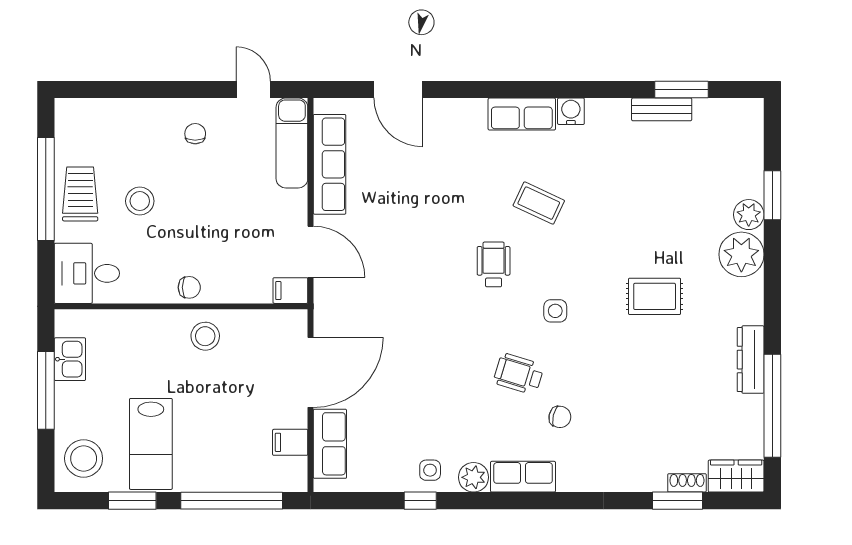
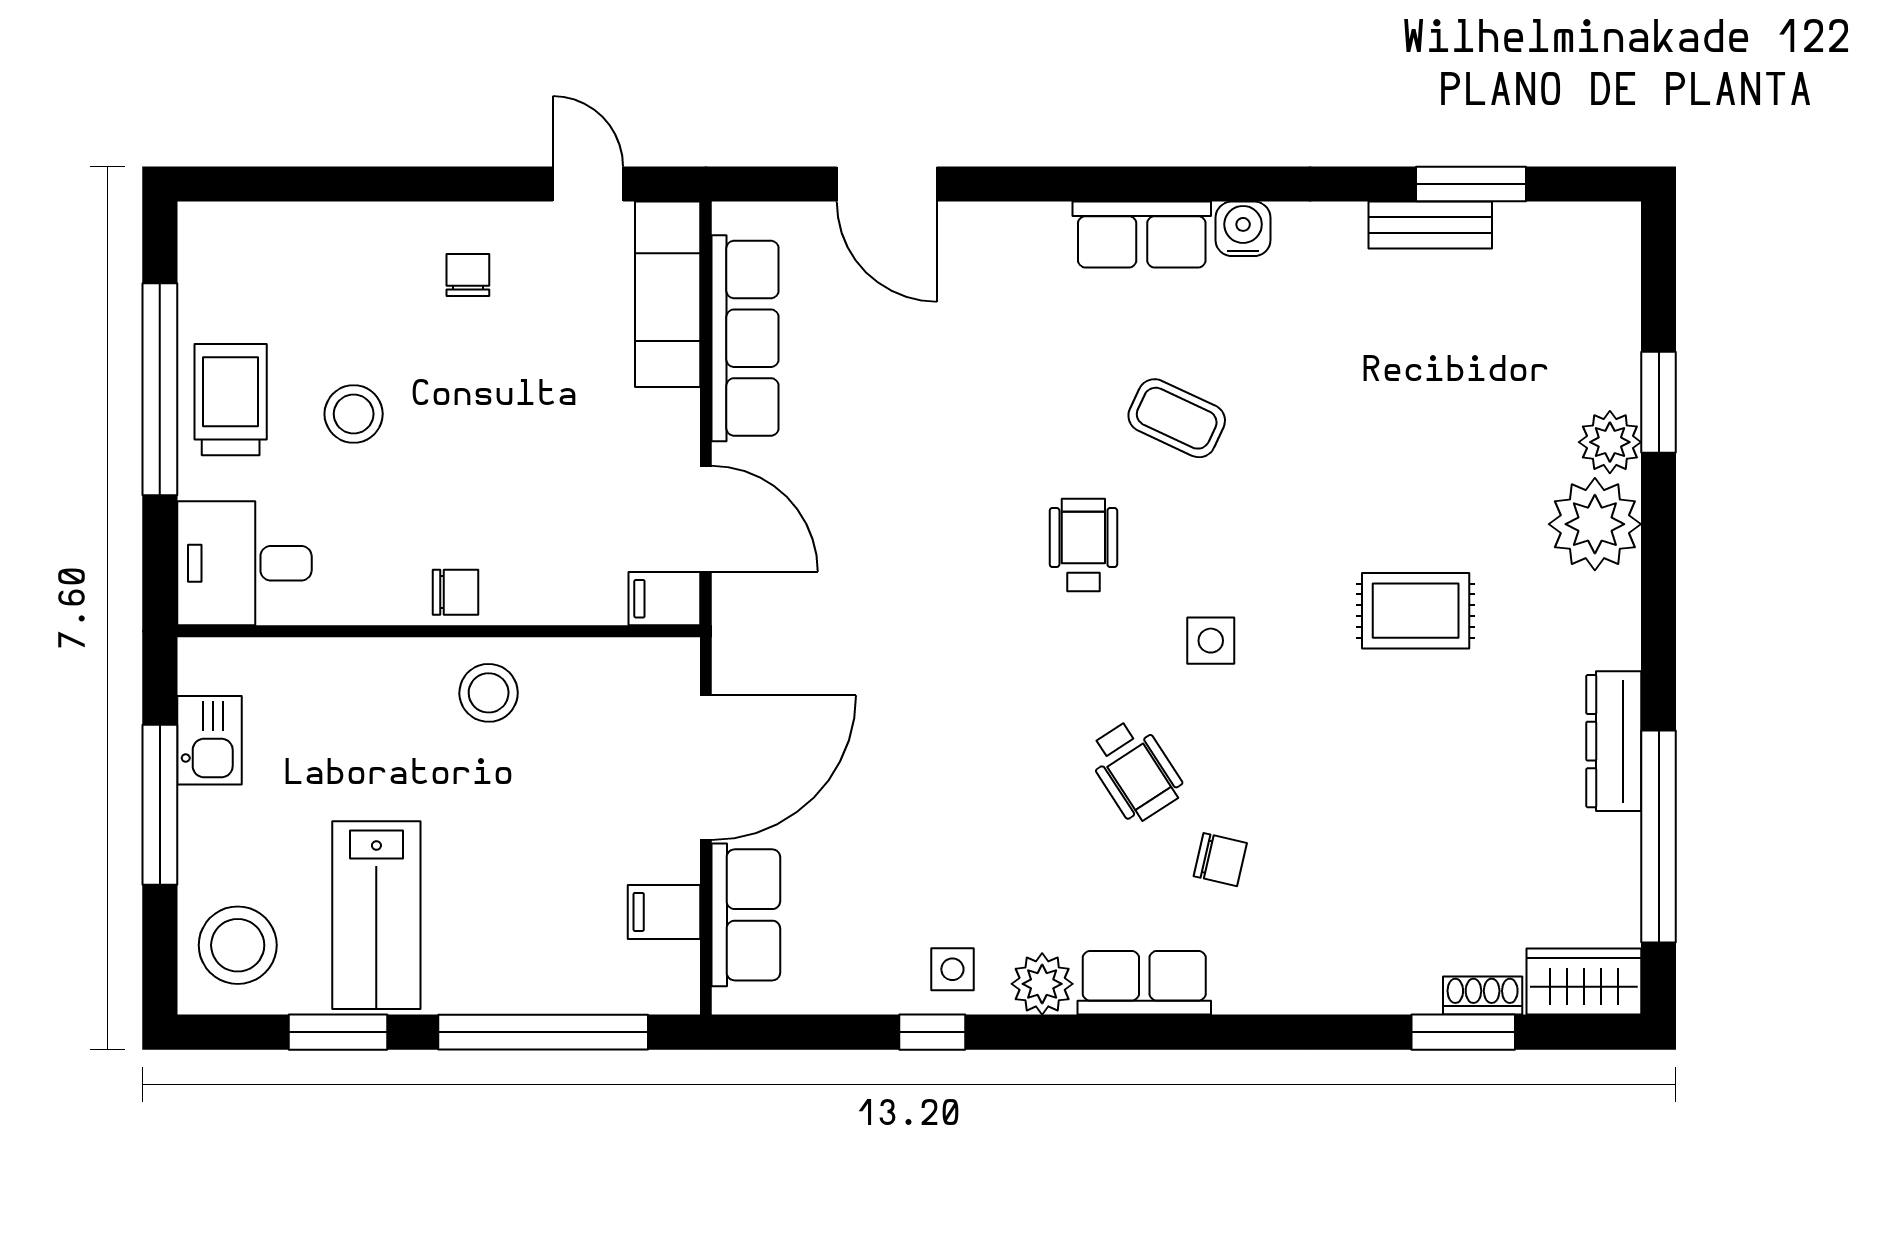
wheelchair: (519, 374) -> (1135, 771), turned -140

